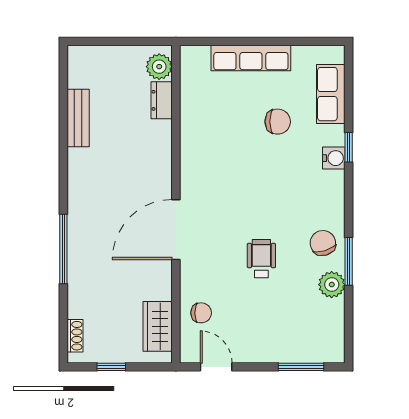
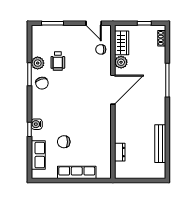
plant: (159, 67) -> (121, 62), moved
bench: (78, 118) -> (160, 144), width x1.36
wheelchair: (261, 259) -> (58, 61), moved

